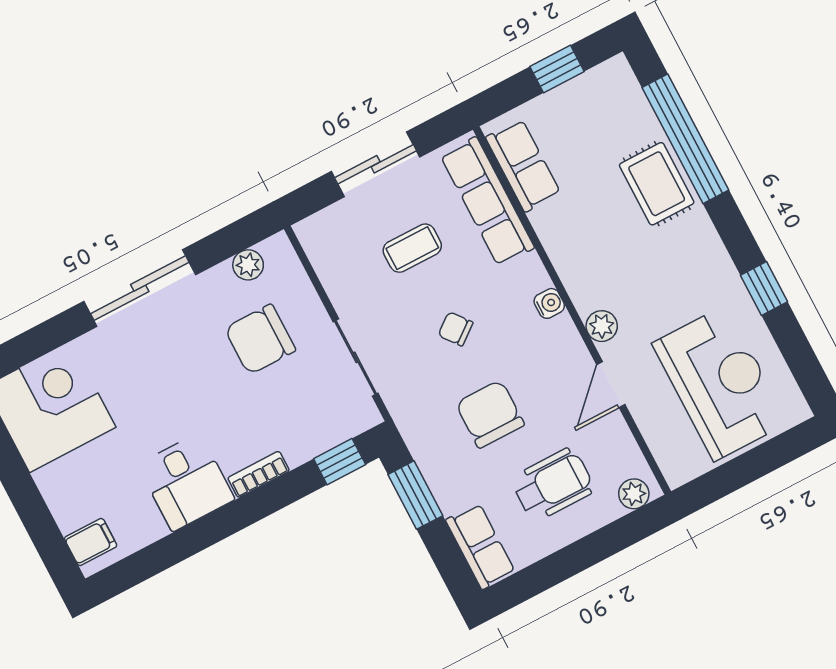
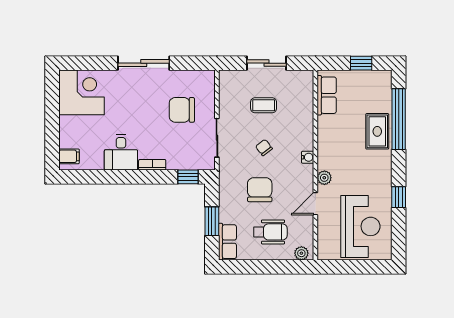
row of seats: (487, 201) -> (304, 102), removed
plant: (248, 265) -> (193, 77), removed
window: (415, 495) -> (212, 221), moved

